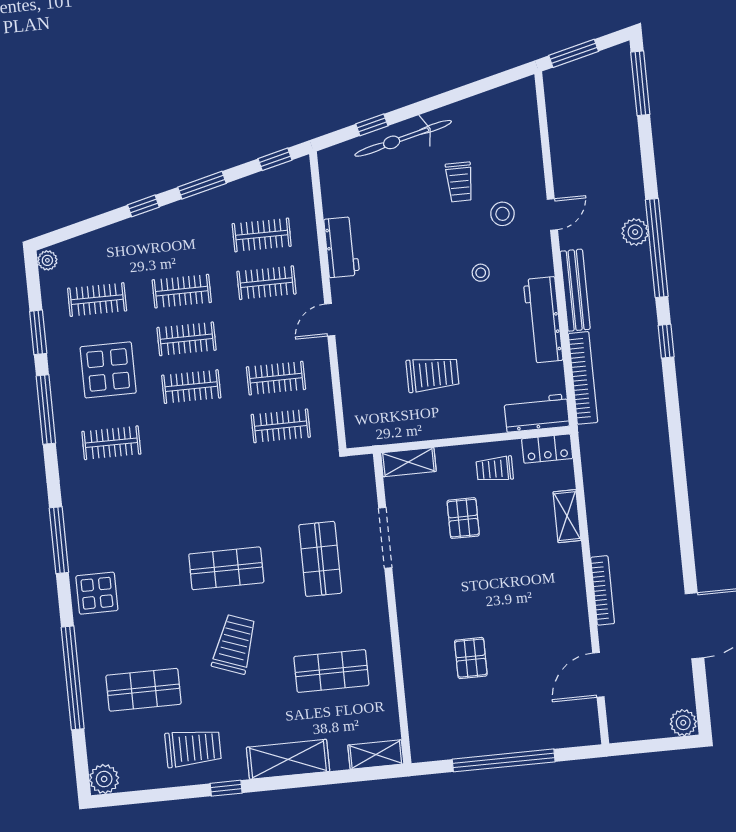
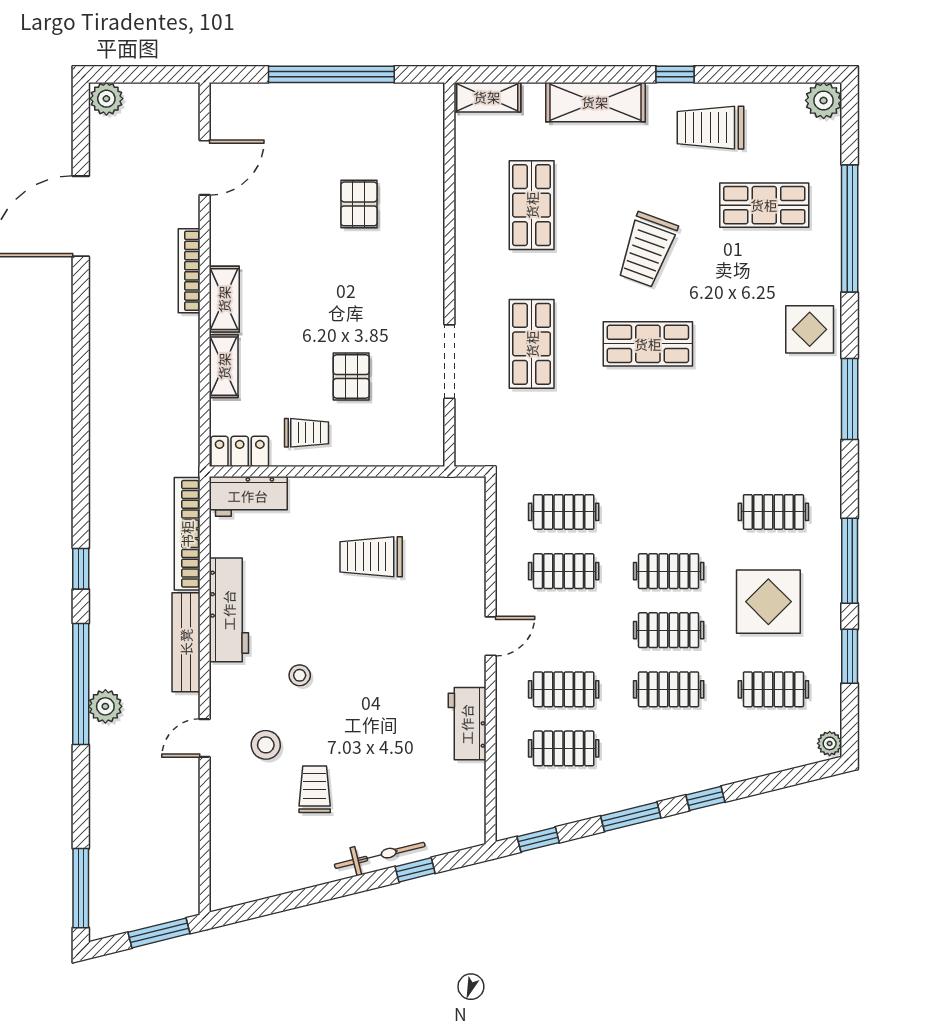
bicycle: (403, 138) -> (380, 855), width x0.73, depth x0.71
shelving: (408, 462) -> (224, 299), moved, turned 90
shop shelf: (331, 671) -> (532, 205), turned 90

